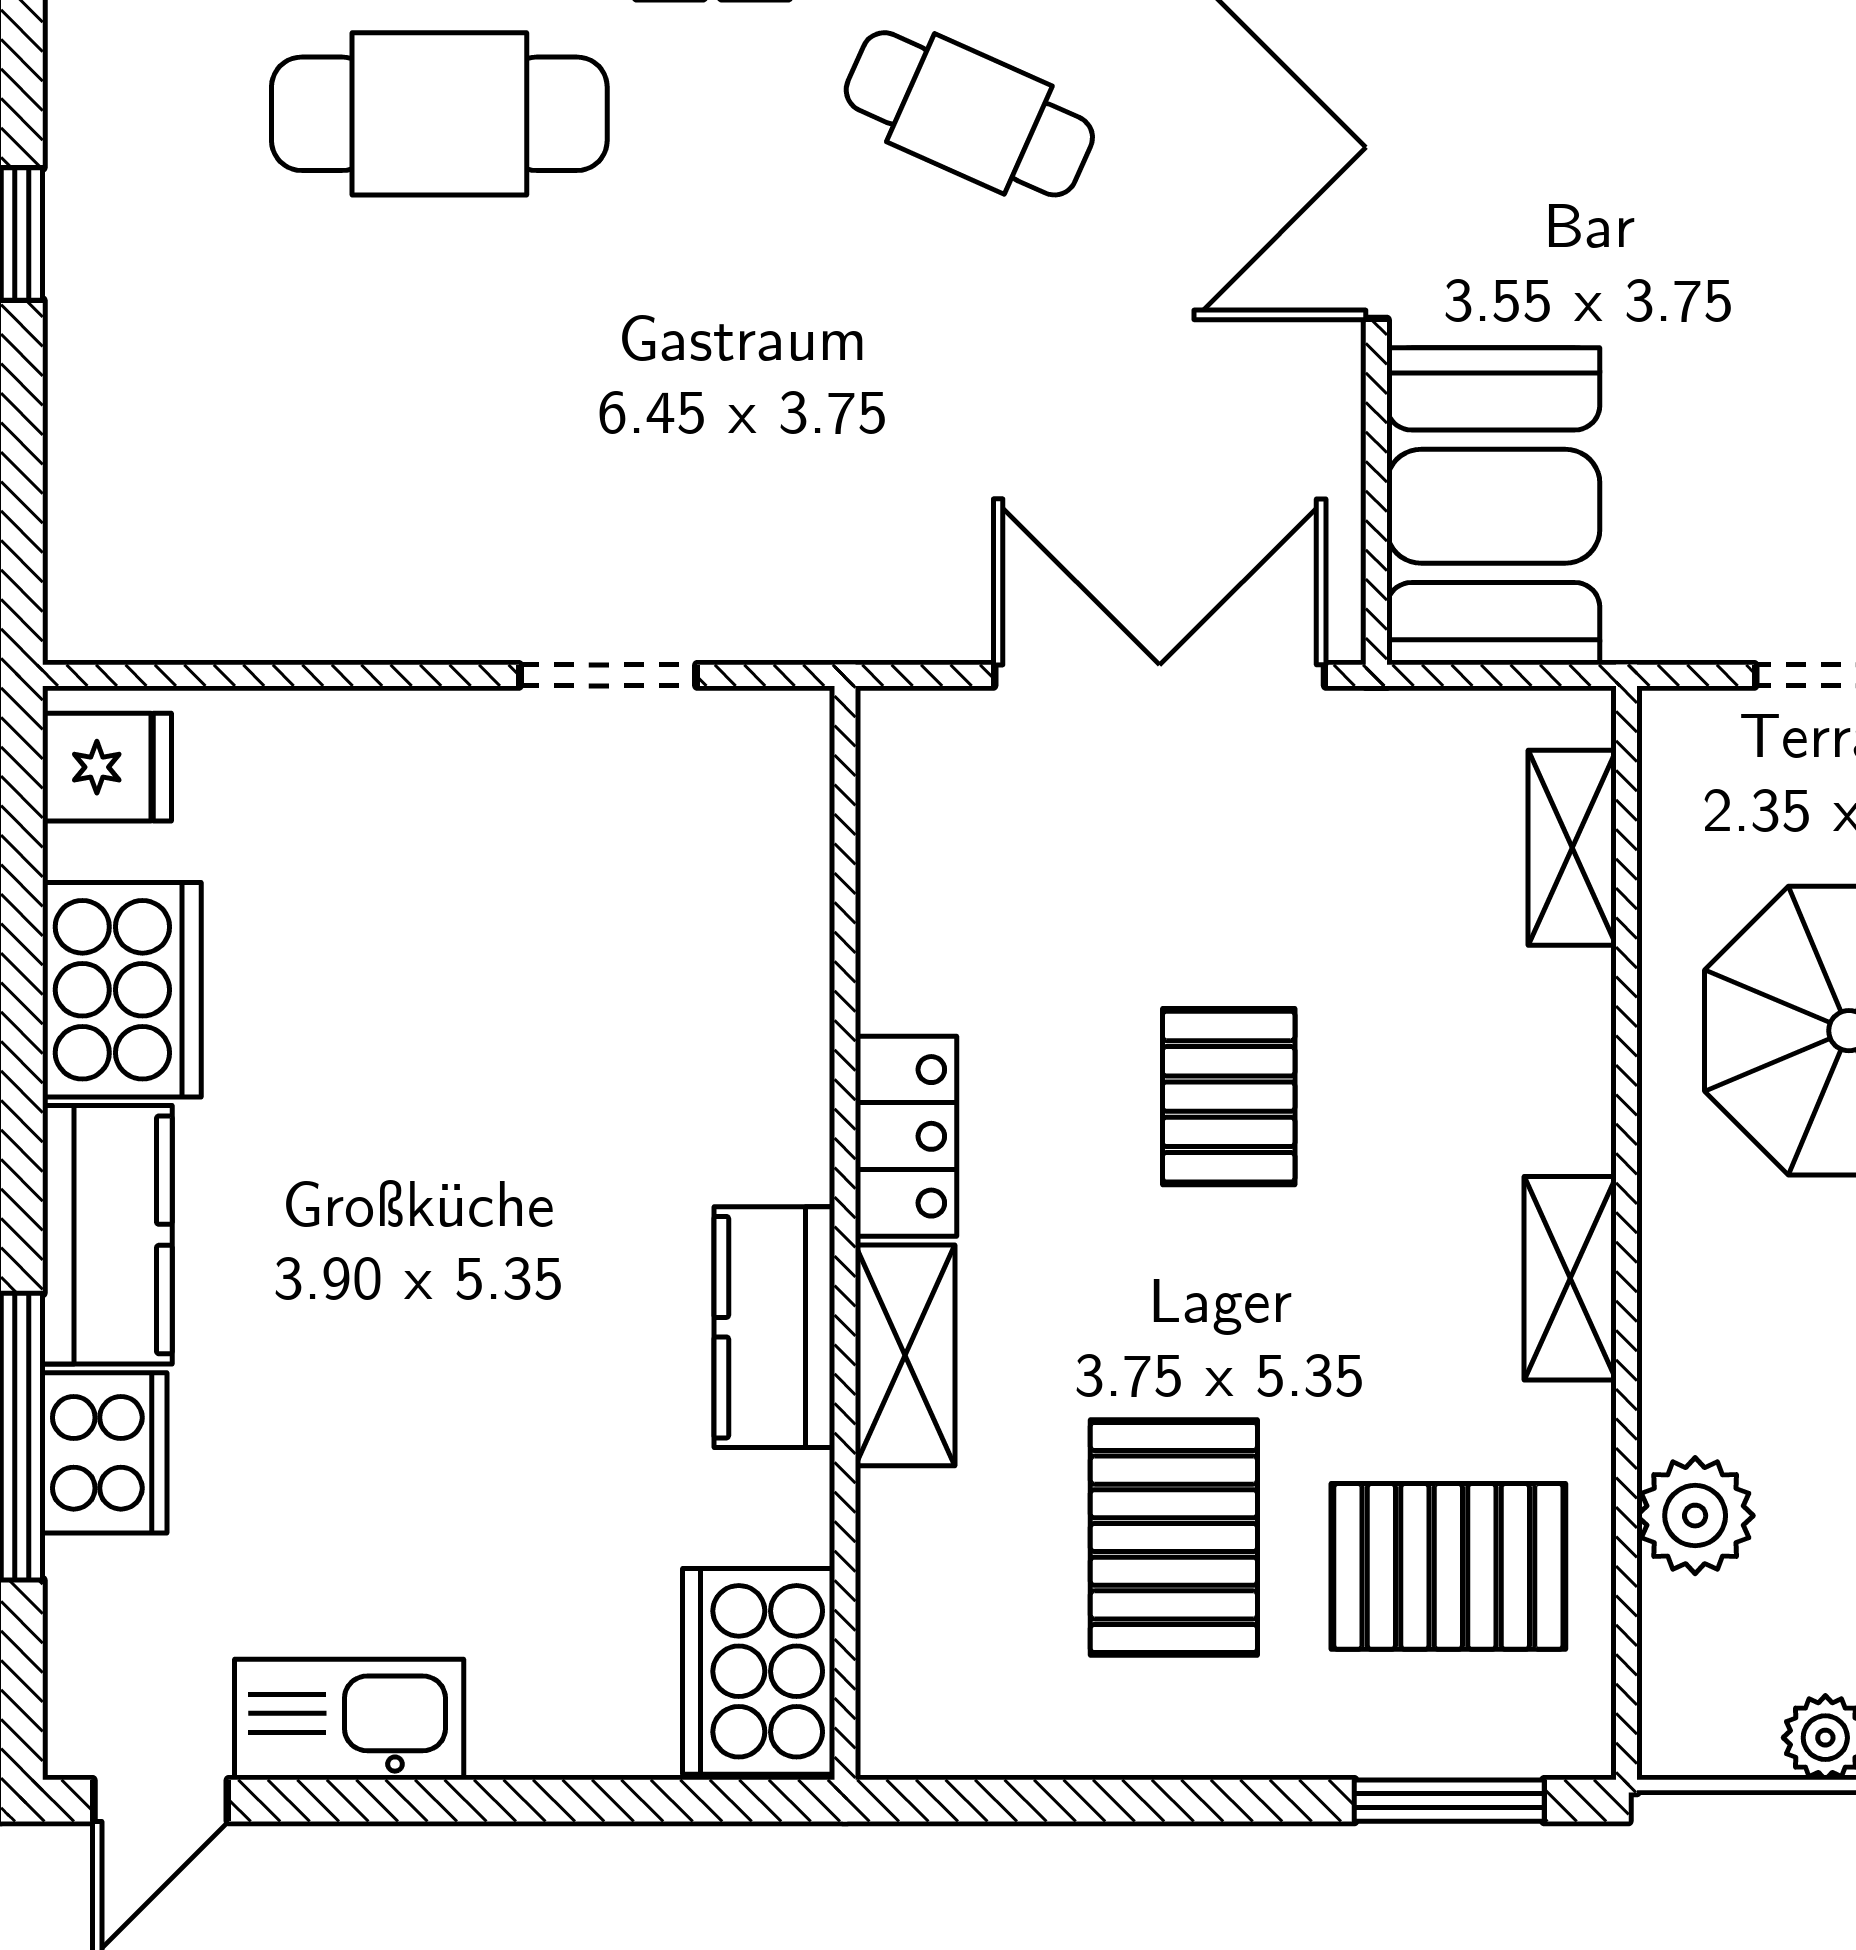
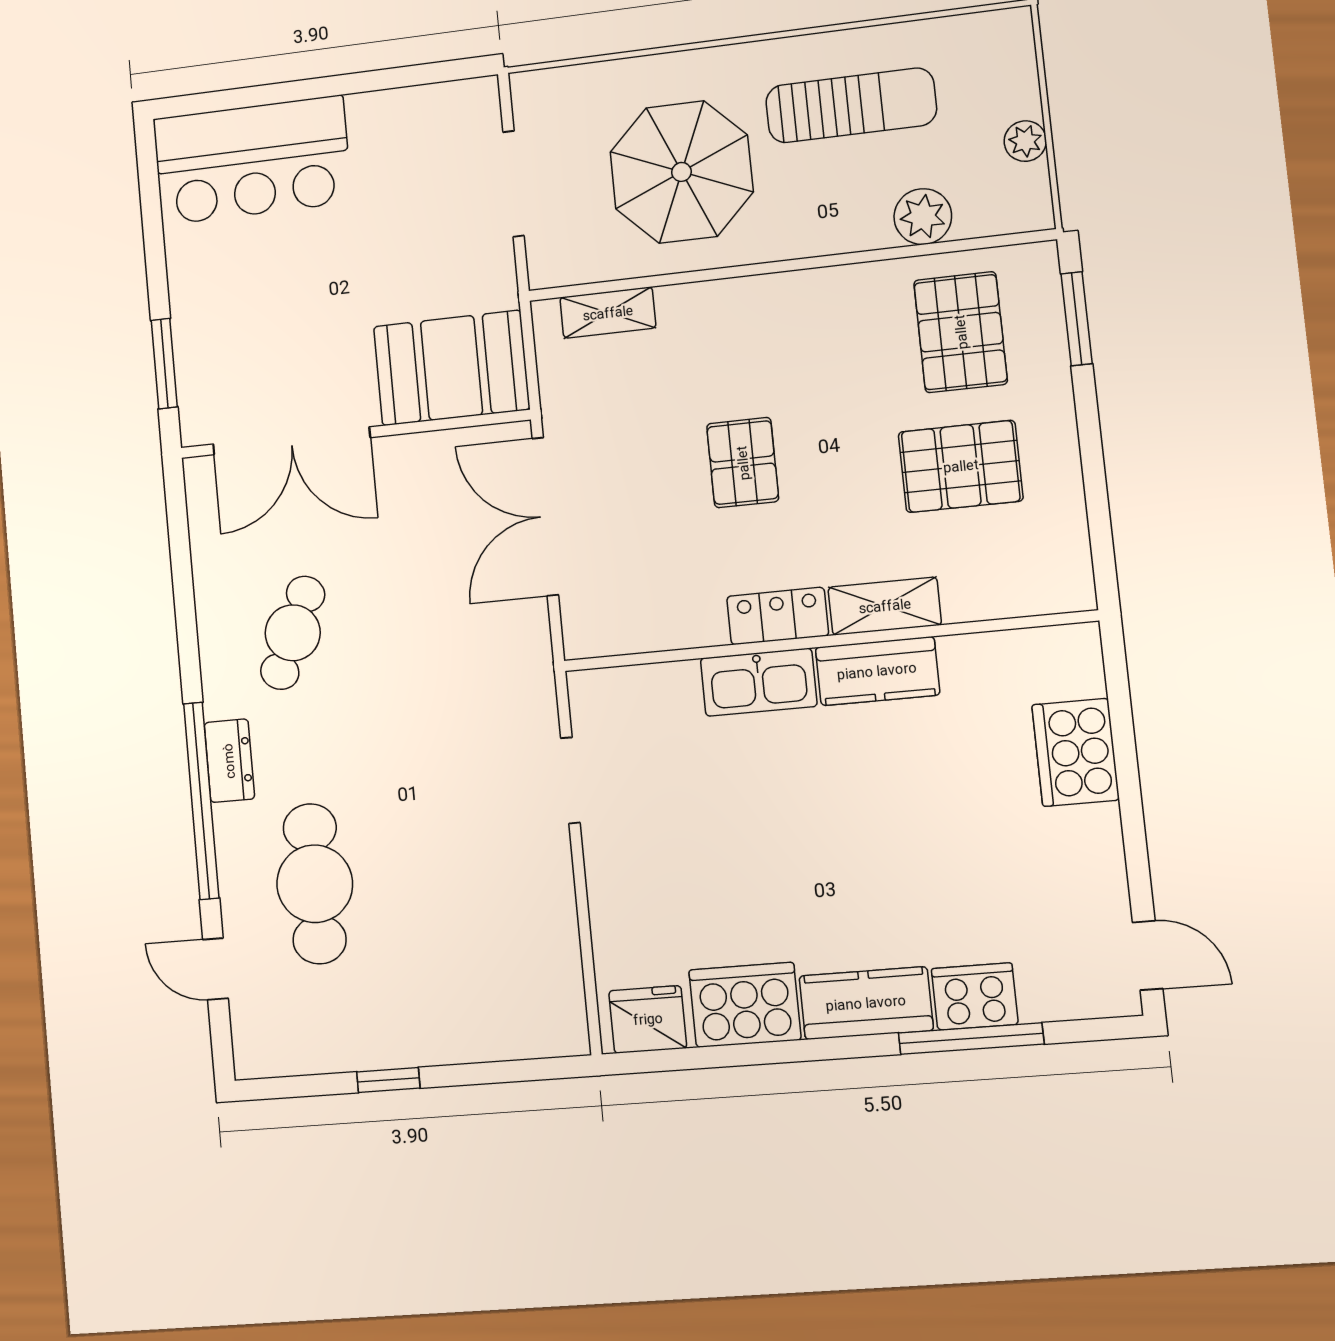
fridge: (107, 767) -> (648, 1019), width x1.38
pallet: (1229, 1097) -> (743, 463), turned 90
shelving: (1570, 1278) -> (814, 290), removed
cooker: (759, 1671) -> (1076, 752), moved, turned 90
kitchen sink: (349, 1719) -> (759, 682), moved, turned -90

